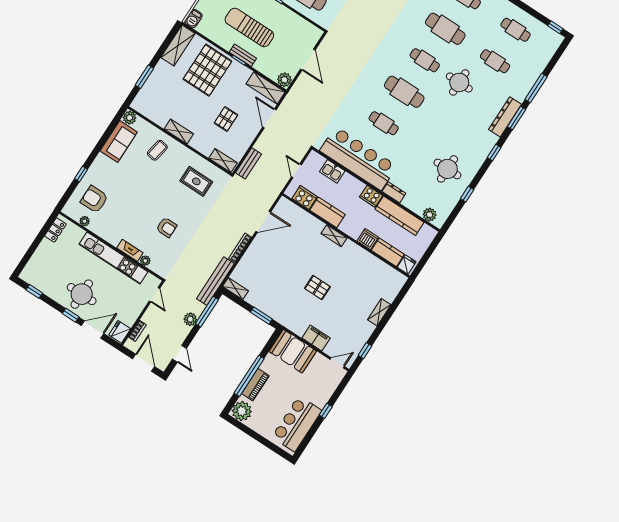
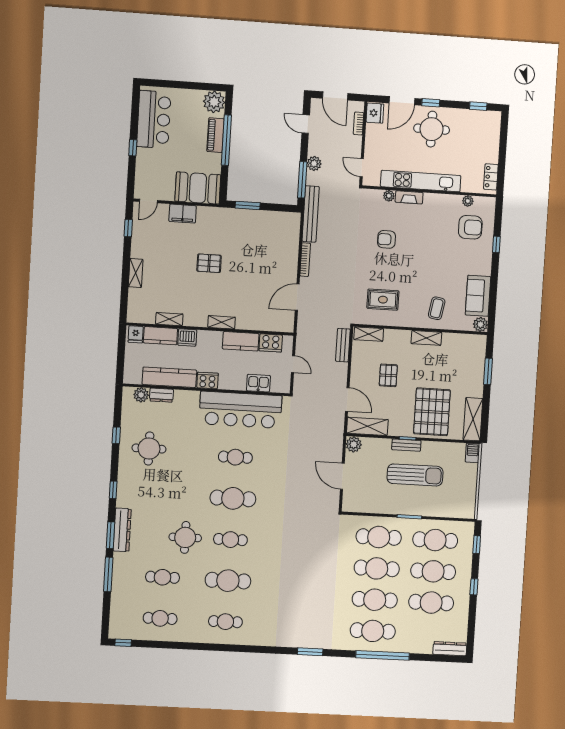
dresser: (394, 192) -> (161, 395), moved
shelving: (235, 289) -> (169, 319), moved

